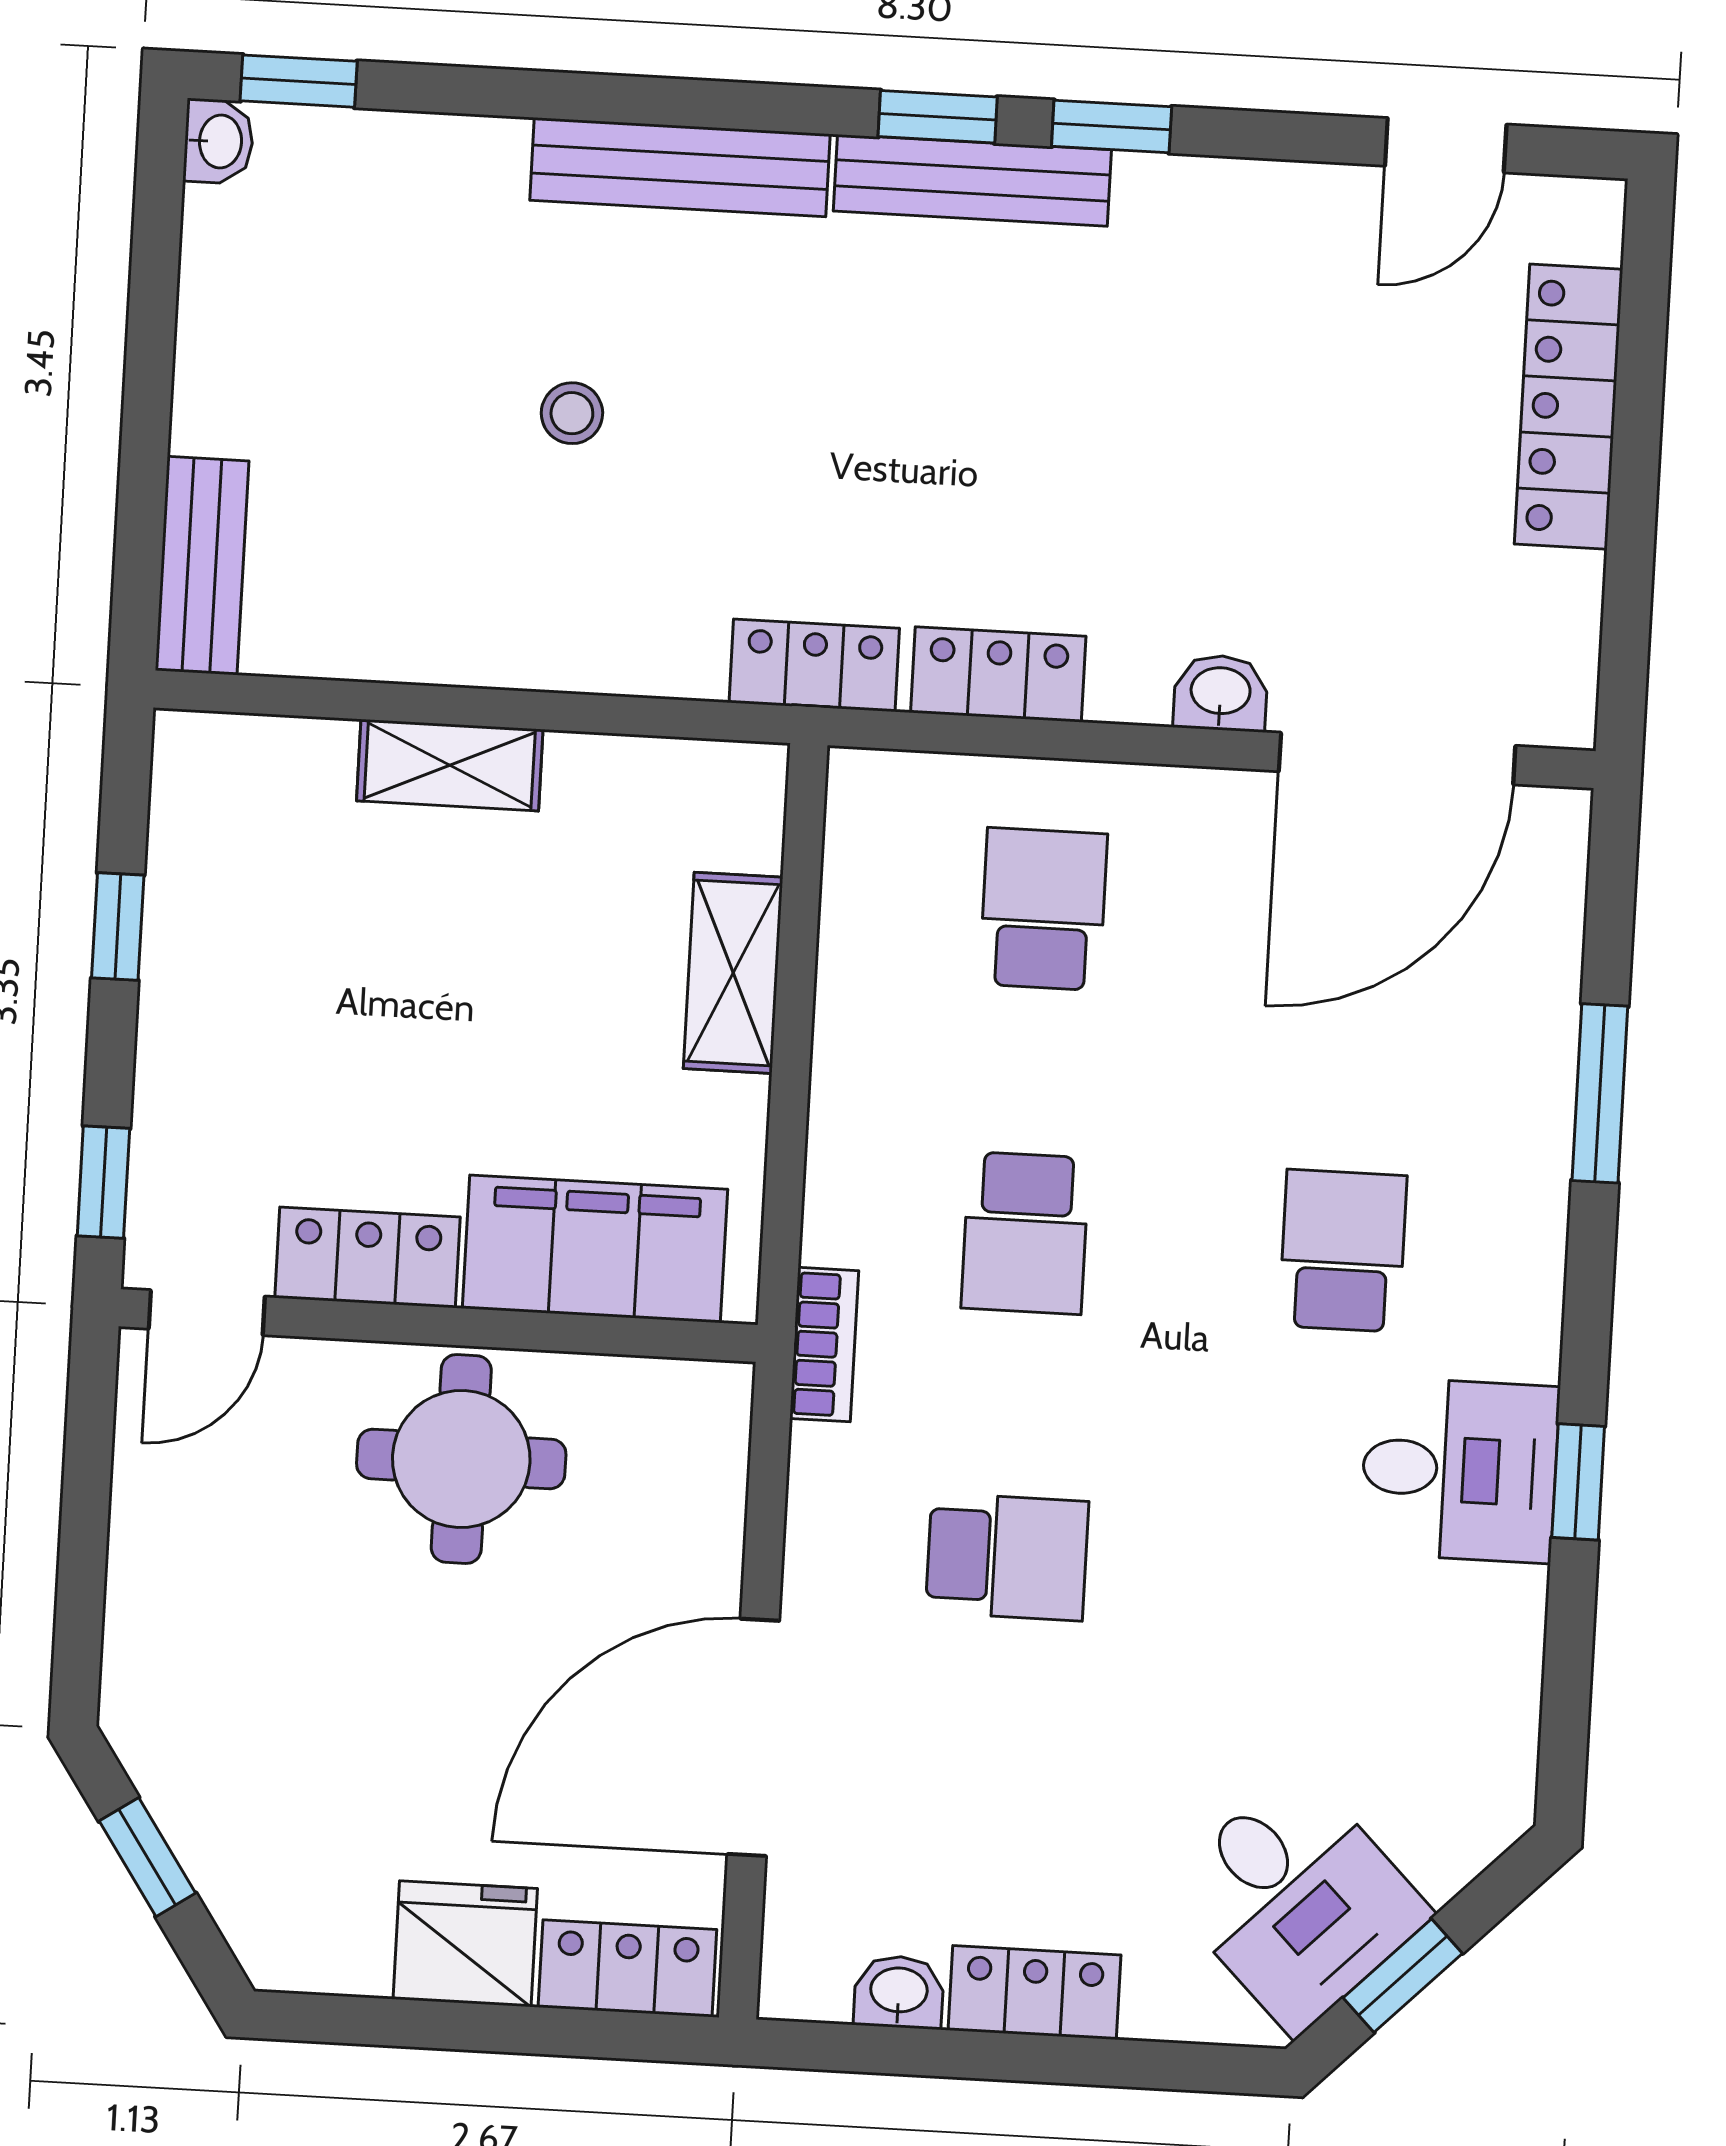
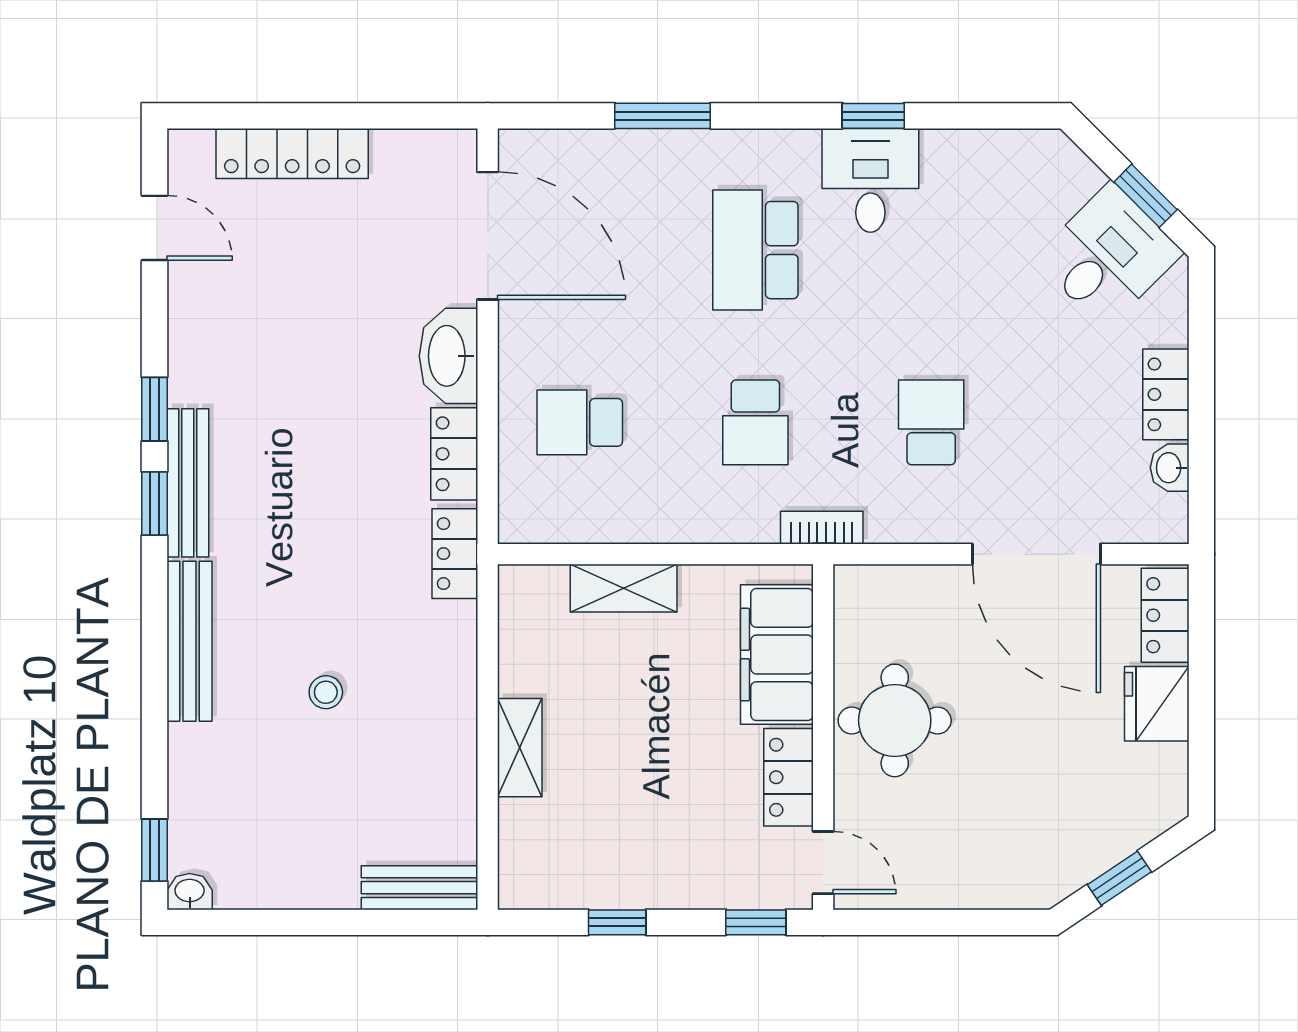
washbasin: (1220, 693) -> (448, 356), width x1.91, depth x1.45
school desk: (1025, 1233) -> (755, 422), turned 90
school desk: (1343, 1251) -> (755, 250), width x1.85

